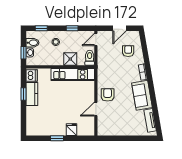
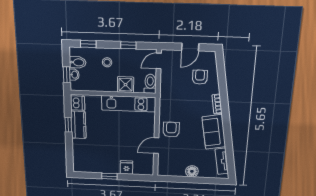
floor lamp: (126, 131) -> (192, 171), added

